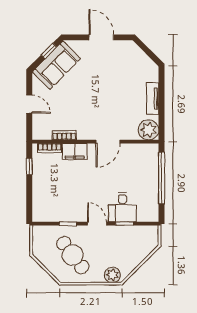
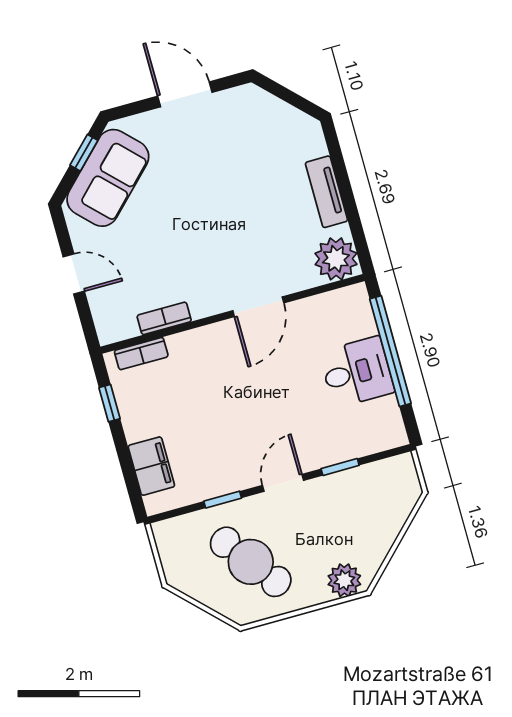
filing cabinet: (75, 151) -> (151, 466), moved, turned -90
desk: (122, 207) -> (357, 372), moved, turned -90
door: (97, 224) -> (283, 483), hinge flipped

